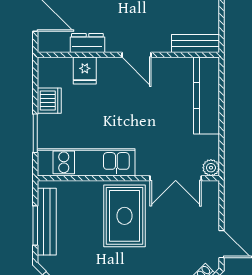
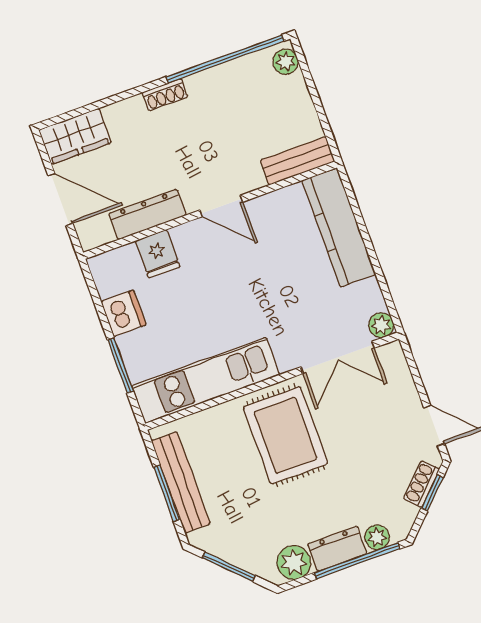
dresser: (87, 43) -> (147, 214), width x1.44

